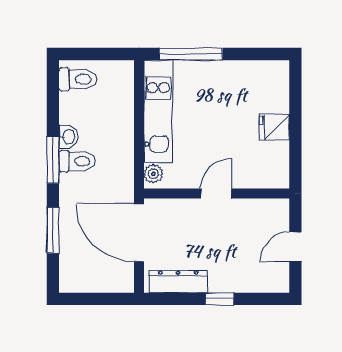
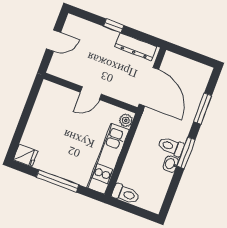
window: (191, 54) -> (58, 181), moved
toilet: (78, 79) -> (126, 194), moved, turned 180
fridge: (274, 127) -> (26, 156), moved

